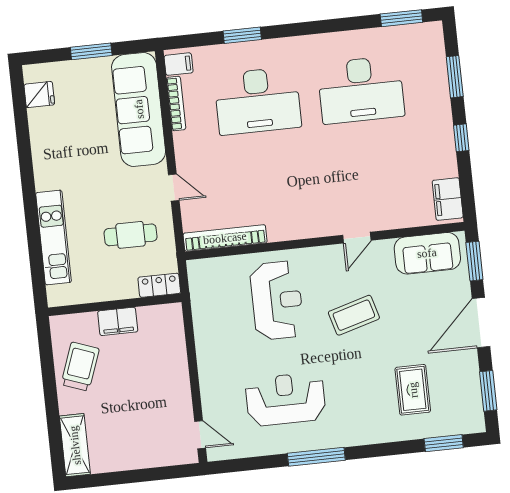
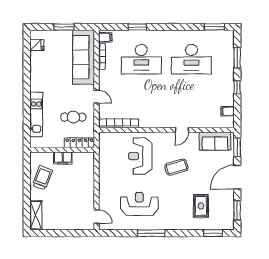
filing cabinet: (448, 199) -> (227, 111), width x0.50
locker: (159, 285) -> (79, 143), width x1.53
reception desk: (277, 300) -> (140, 156), turned 180

